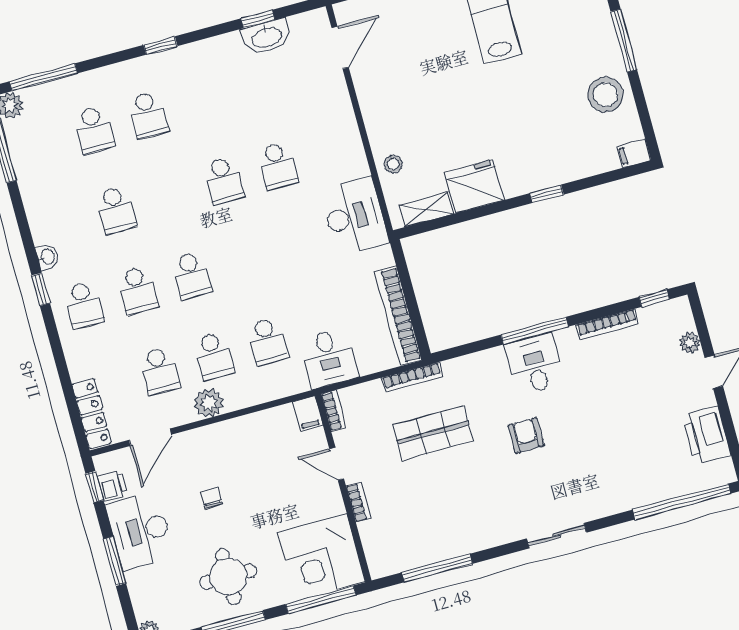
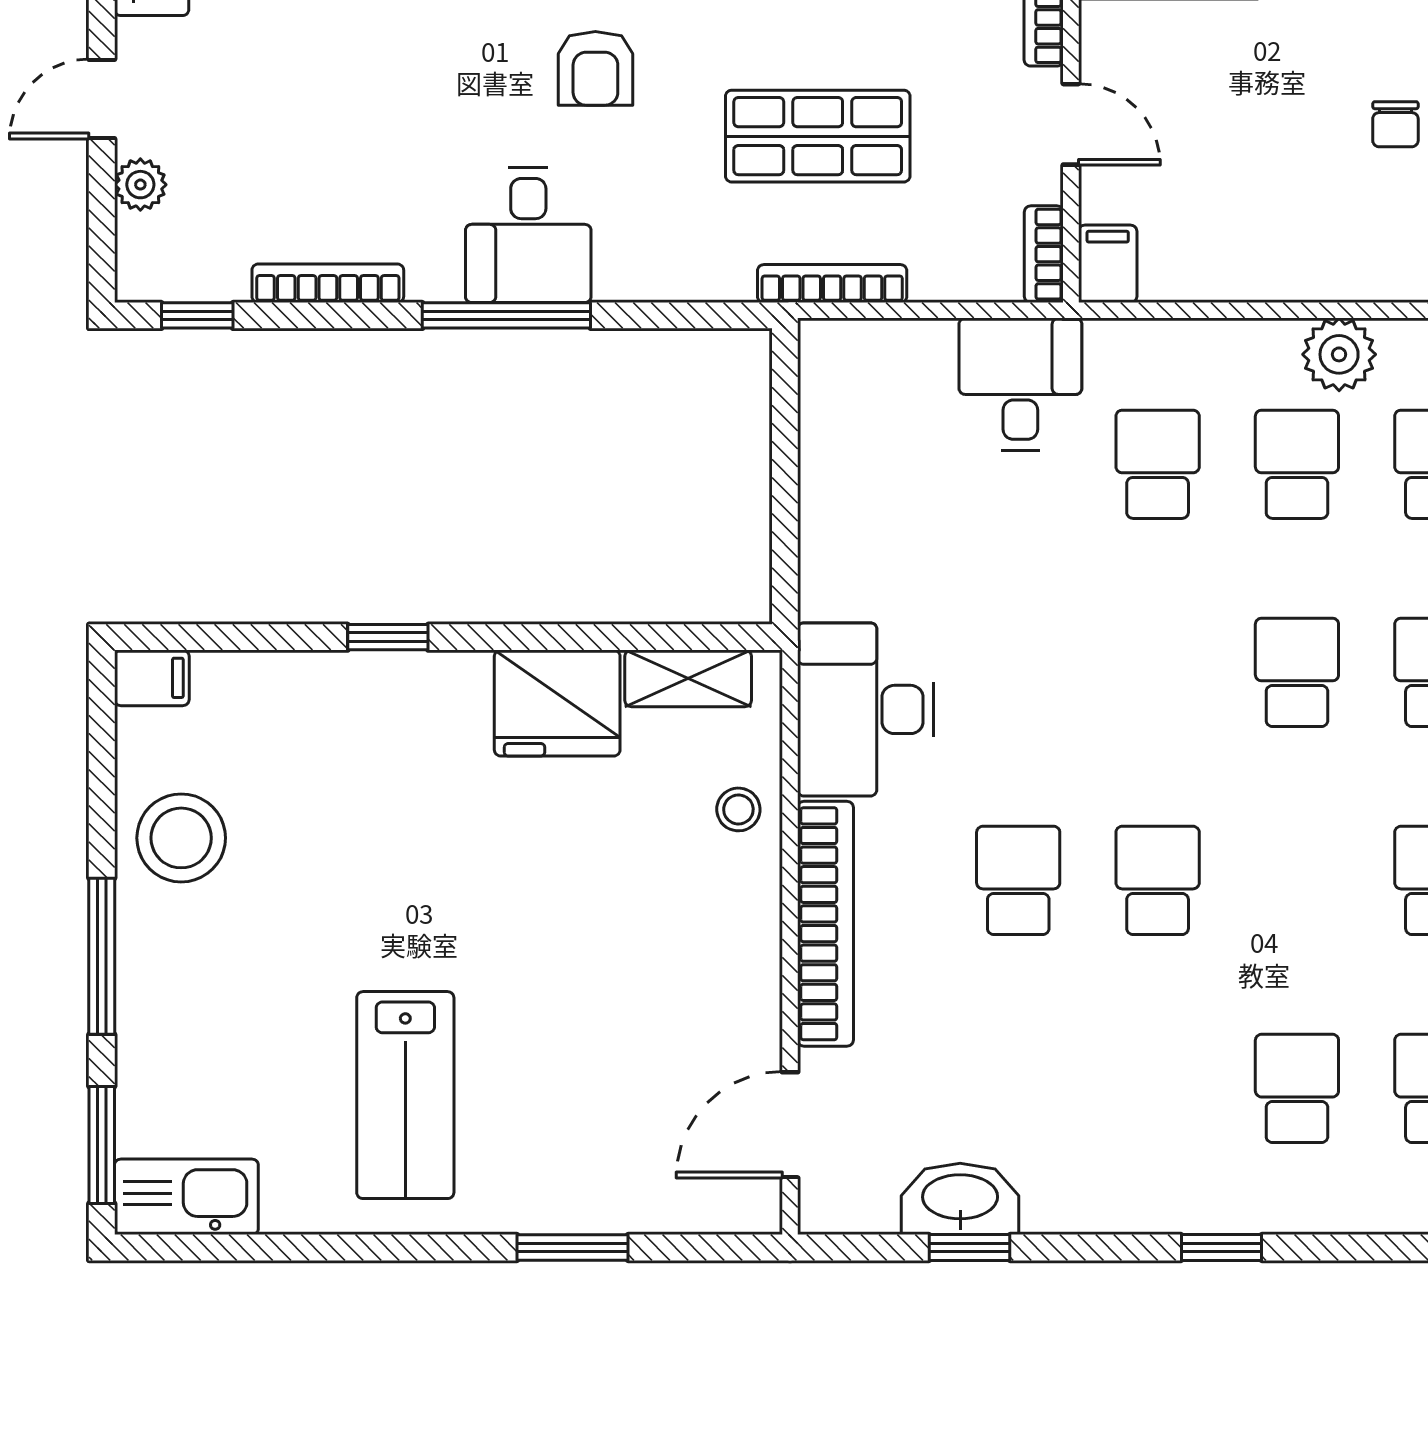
bookcase: (398, 316) -> (825, 924), moved

